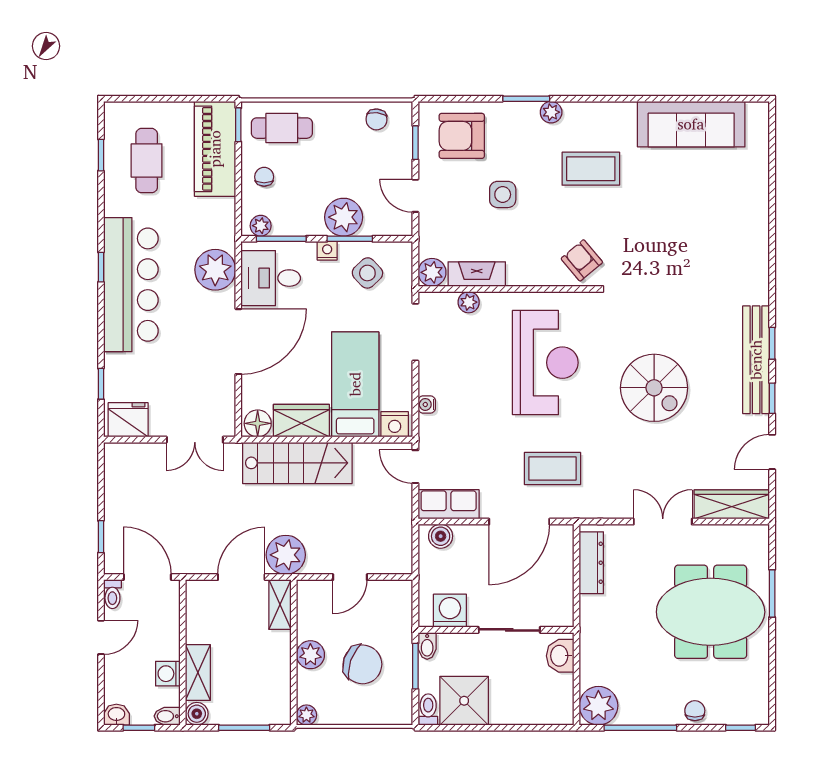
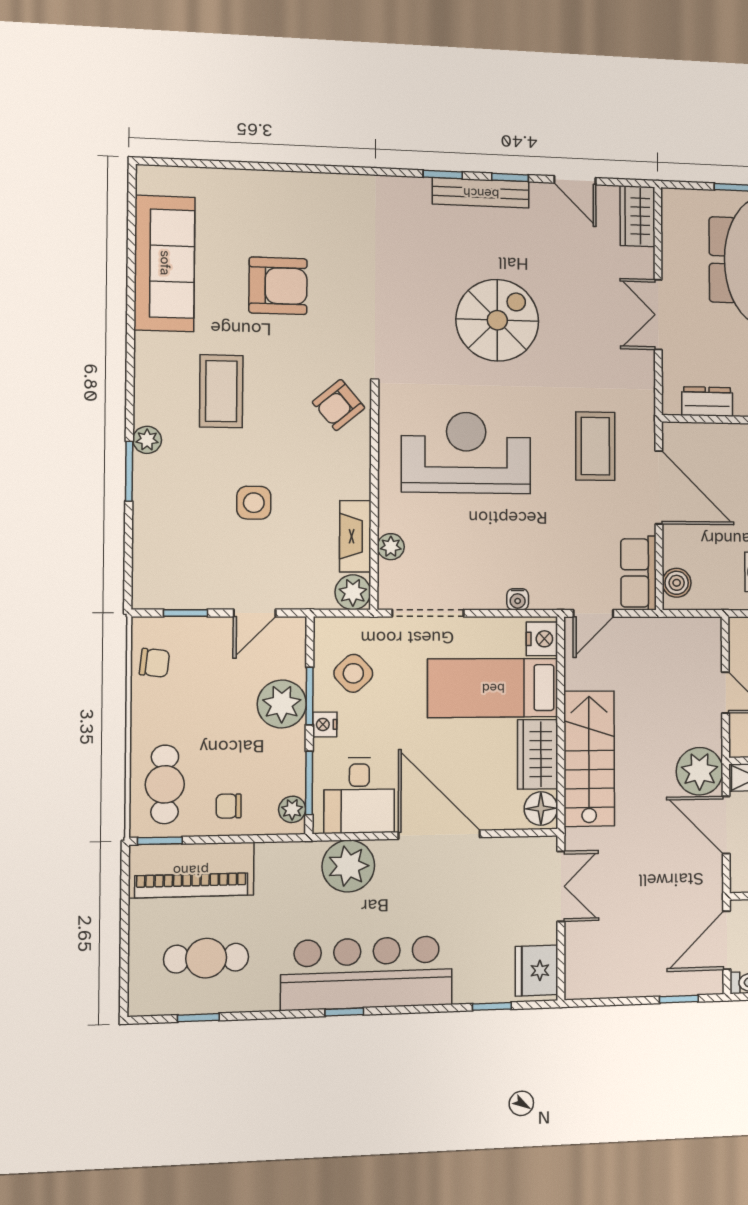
armchair: (462, 136) -> (278, 286), moved, turned -90
bench: (756, 360) -> (481, 193), width x0.73, depth x0.82
wardrobe: (732, 504) -> (638, 216), width x0.67
dresser: (591, 563) -> (707, 402), width x0.70

